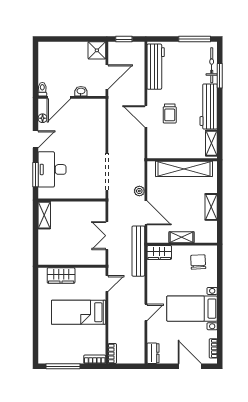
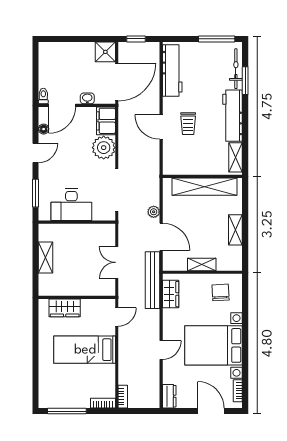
door: (107, 77) -> (117, 82), width x1.36
filing cabinet: (97, 111) -> (106, 121), added
plant: (95, 135) -> (104, 148), added
desk: (52, 169) -> (71, 205), moved, turned -90
shelving: (44, 215) -> (46, 258), moved
wardrobe: (159, 253) -> (171, 294), moved, turned -90
bed with nightstands: (192, 309) -> (214, 345), width x1.36

